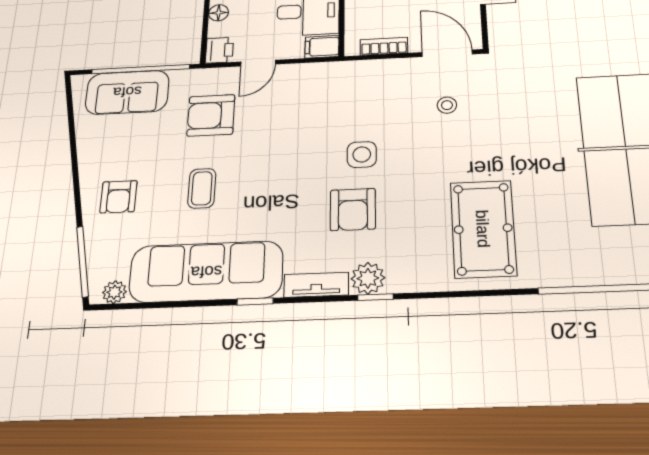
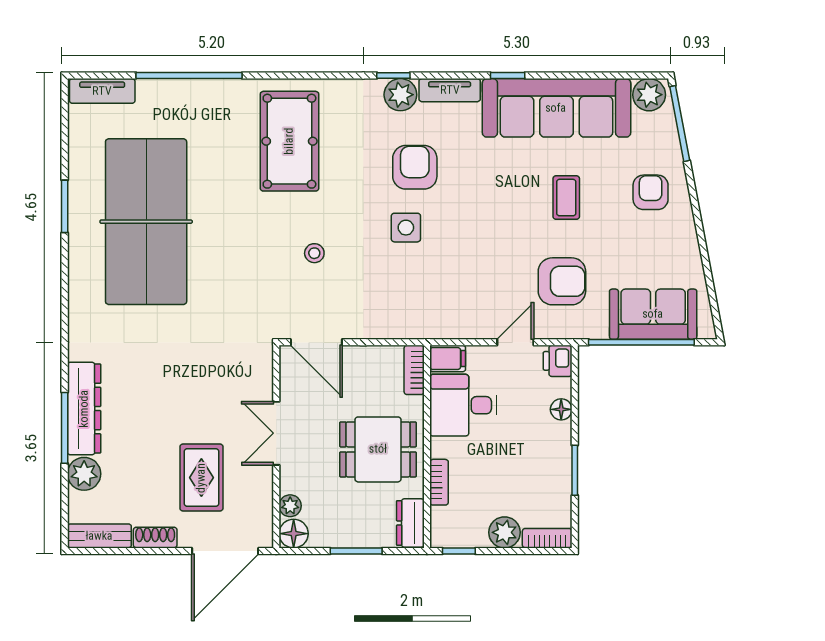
bookcase: (384, 46) -> (414, 370), moved, turned 90
stool: (447, 105) -> (314, 253), moved
plant: (114, 292) -> (649, 95), width x1.38, depth x1.38

